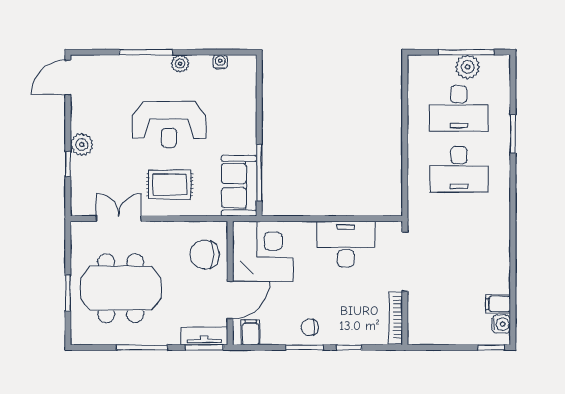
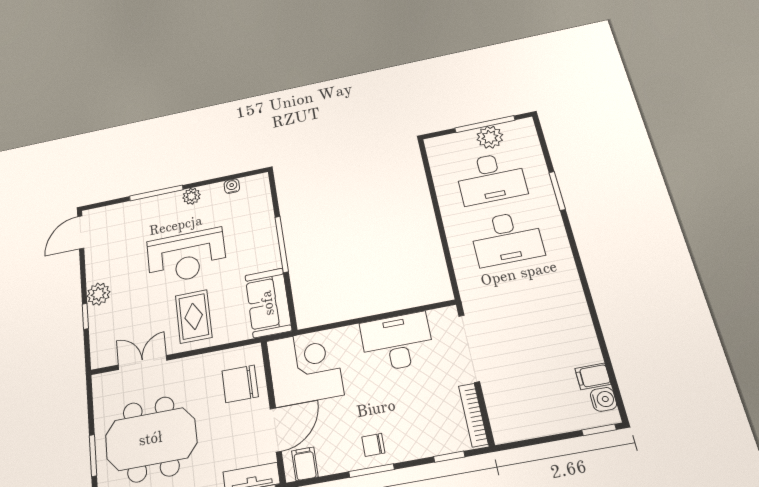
window: (259, 173) -> (282, 244), moved
rug: (170, 185) -> (194, 316), turned 90
window: (349, 347) -> (449, 457), moved

